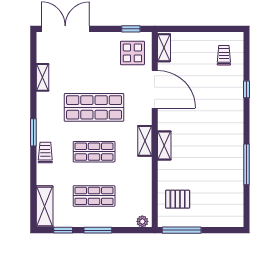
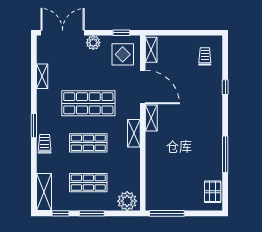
plant: (99, 40) -> (93, 43), added
shelving: (164, 145) -> (151, 118), moved
pallet: (178, 199) -> (213, 192), moved, turned 90
plant: (142, 221) -> (127, 201), width x1.88, depth x1.88

